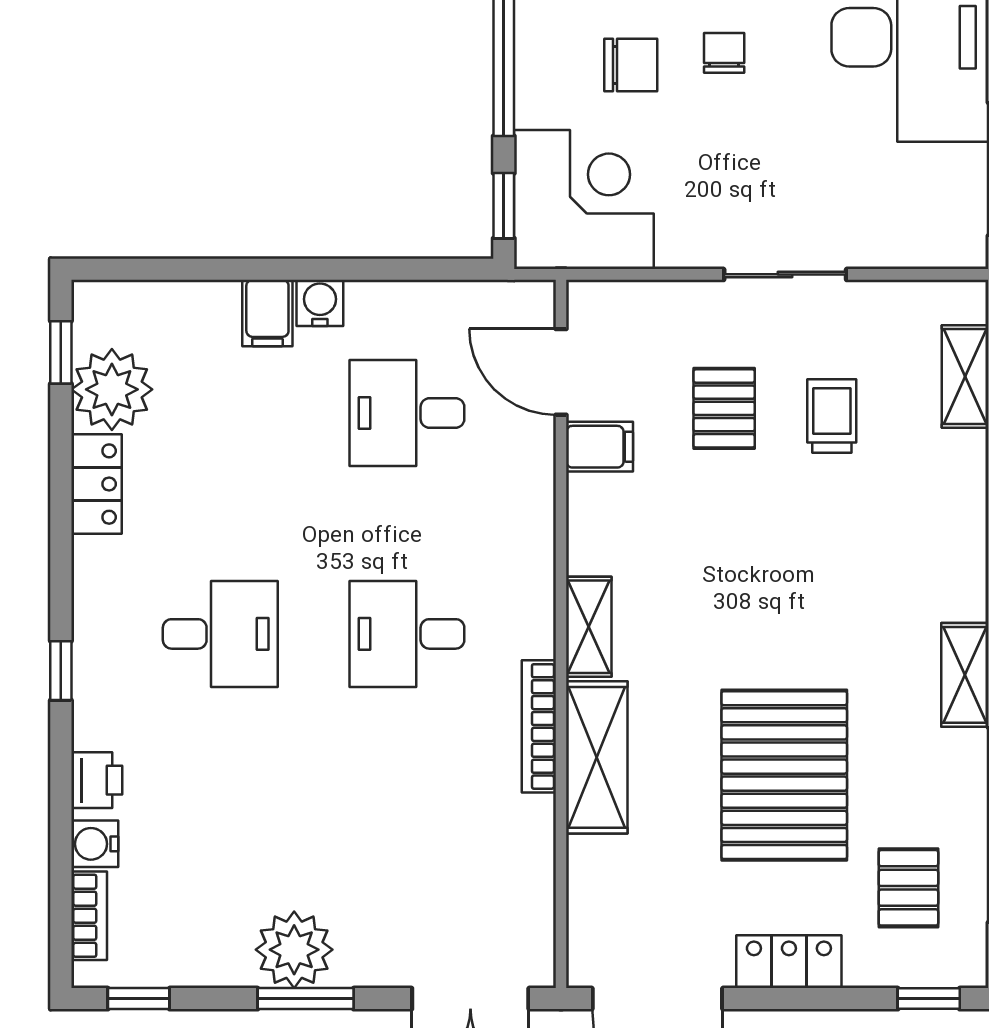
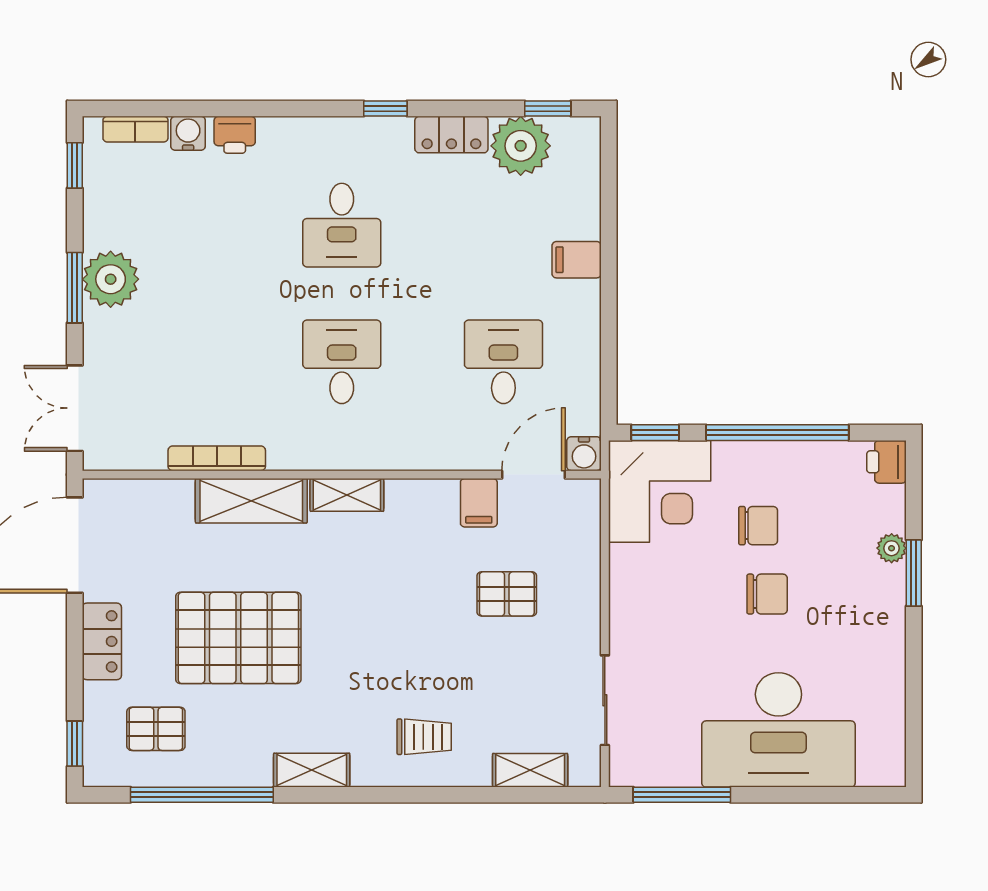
chair: (724, 53) -> (767, 594), width x1.37, depth x1.37
chair: (631, 65) -> (758, 526), turned -90
sliding door: (785, 274) -> (605, 700), moved
water cooler: (320, 303) -> (584, 454), moved, turned 90
trolley: (832, 416) -> (424, 737), moved
window: (61, 671) -> (385, 109), moved
bookcase: (539, 726) -> (217, 458), moved

